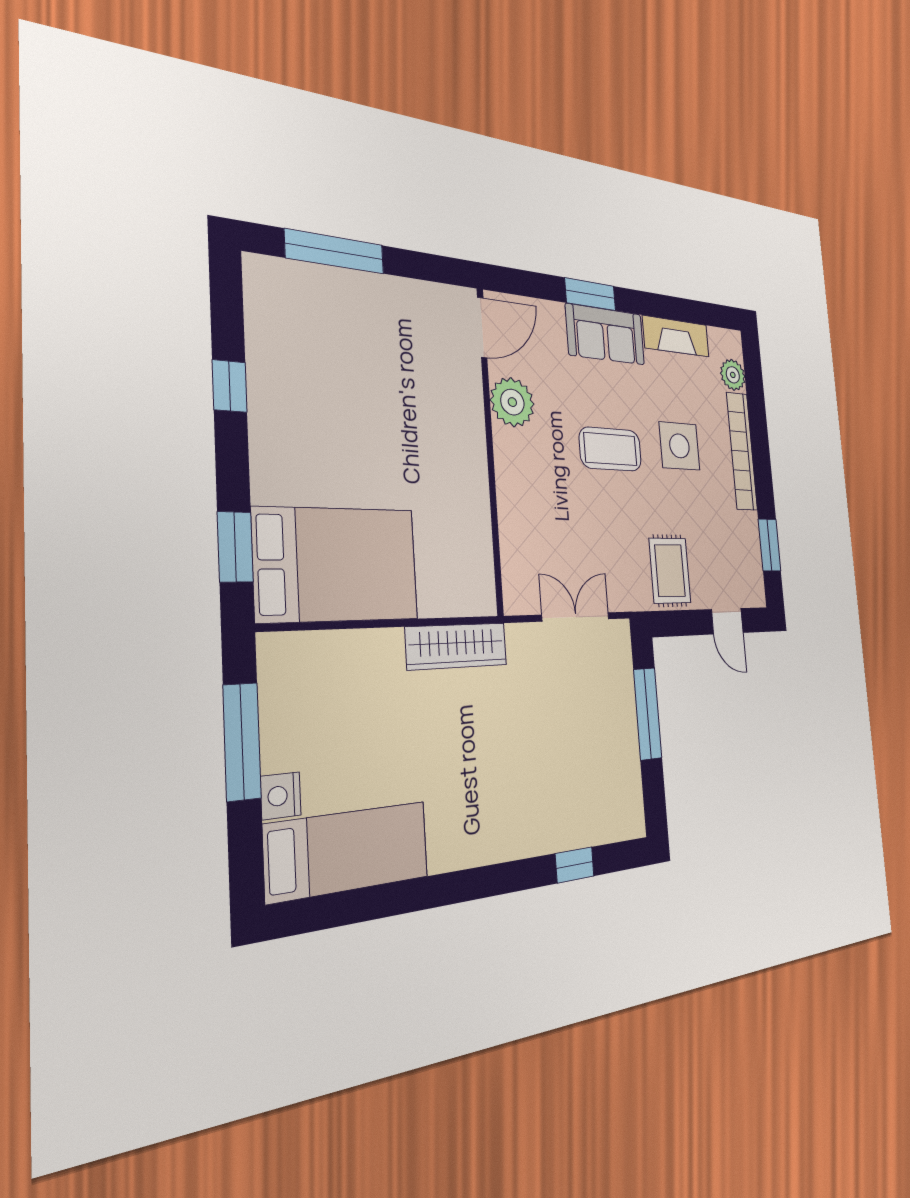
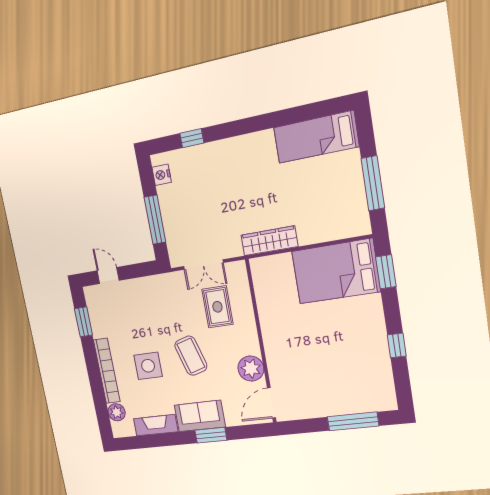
coffee table: (610, 449) -> (191, 356), turned 74
rug: (670, 571) -> (217, 307), moved
nightstand: (281, 796) -> (162, 175), moved, turned 180

